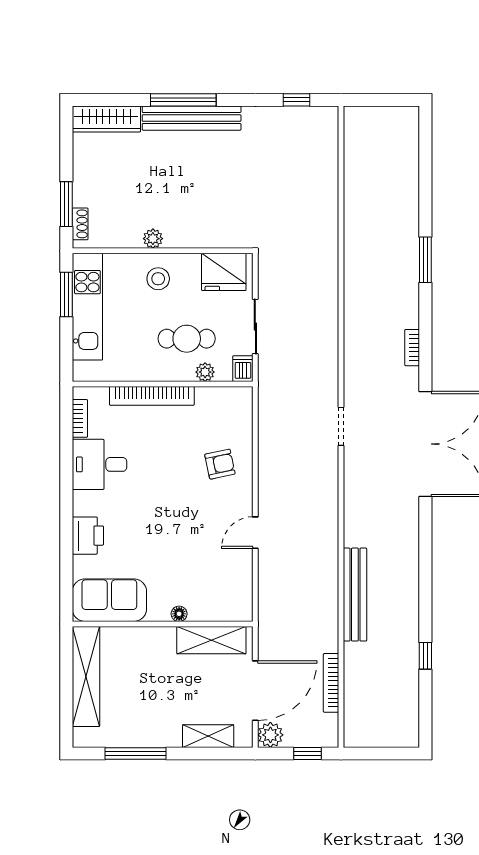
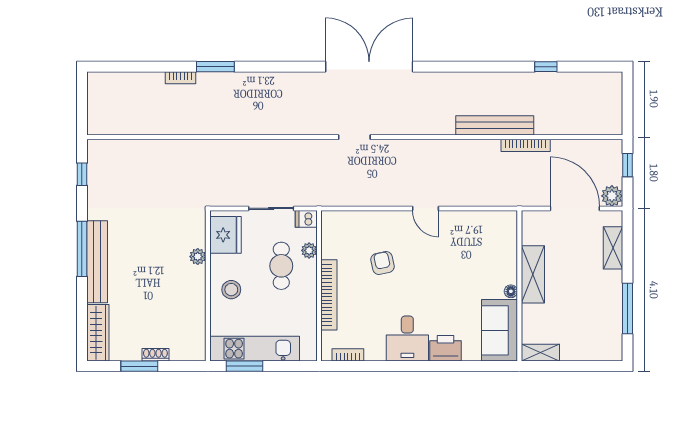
window: (183, 100) -> (82, 249), moved
window: (66, 204) -> (139, 366), moved
shoe rack: (80, 224) -> (155, 355), moved
plant: (153, 239) -> (198, 257), moved
bookcase: (412, 348) -> (181, 78), moved
desk: (99, 464) -> (407, 339), moved
armchair: (220, 464) -> (382, 263), moved
door: (255, 533) -> (425, 208), moved
floor lamp: (179, 614) -> (511, 291), moved
shelving: (211, 640) -> (533, 274), moved
shelving: (86, 676) -> (540, 353), width x0.45, depth x0.75
bookcase: (331, 683) -> (526, 145), moved

